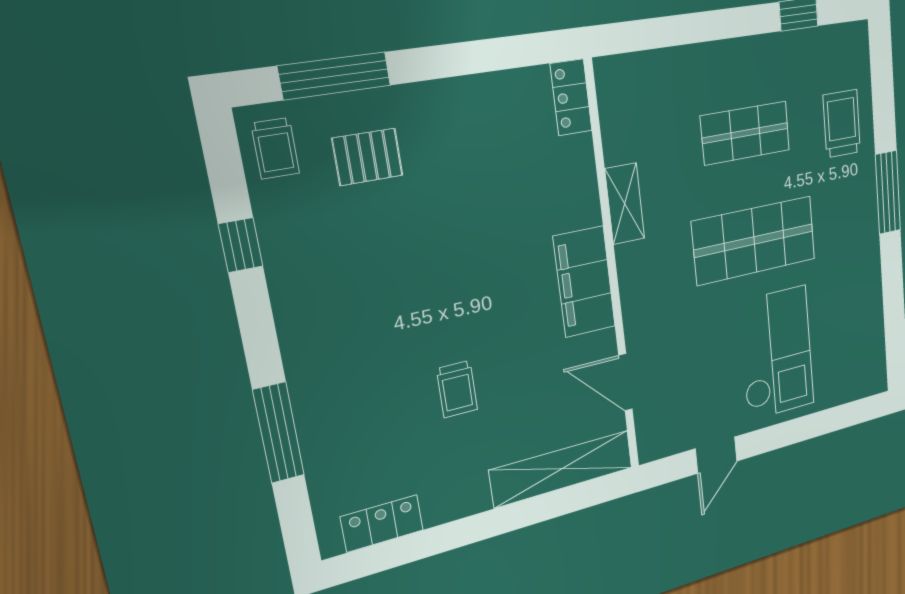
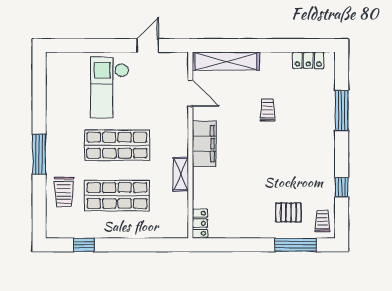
shop shelf: (745, 133) -> (117, 196), width x1.43, depth x1.36

